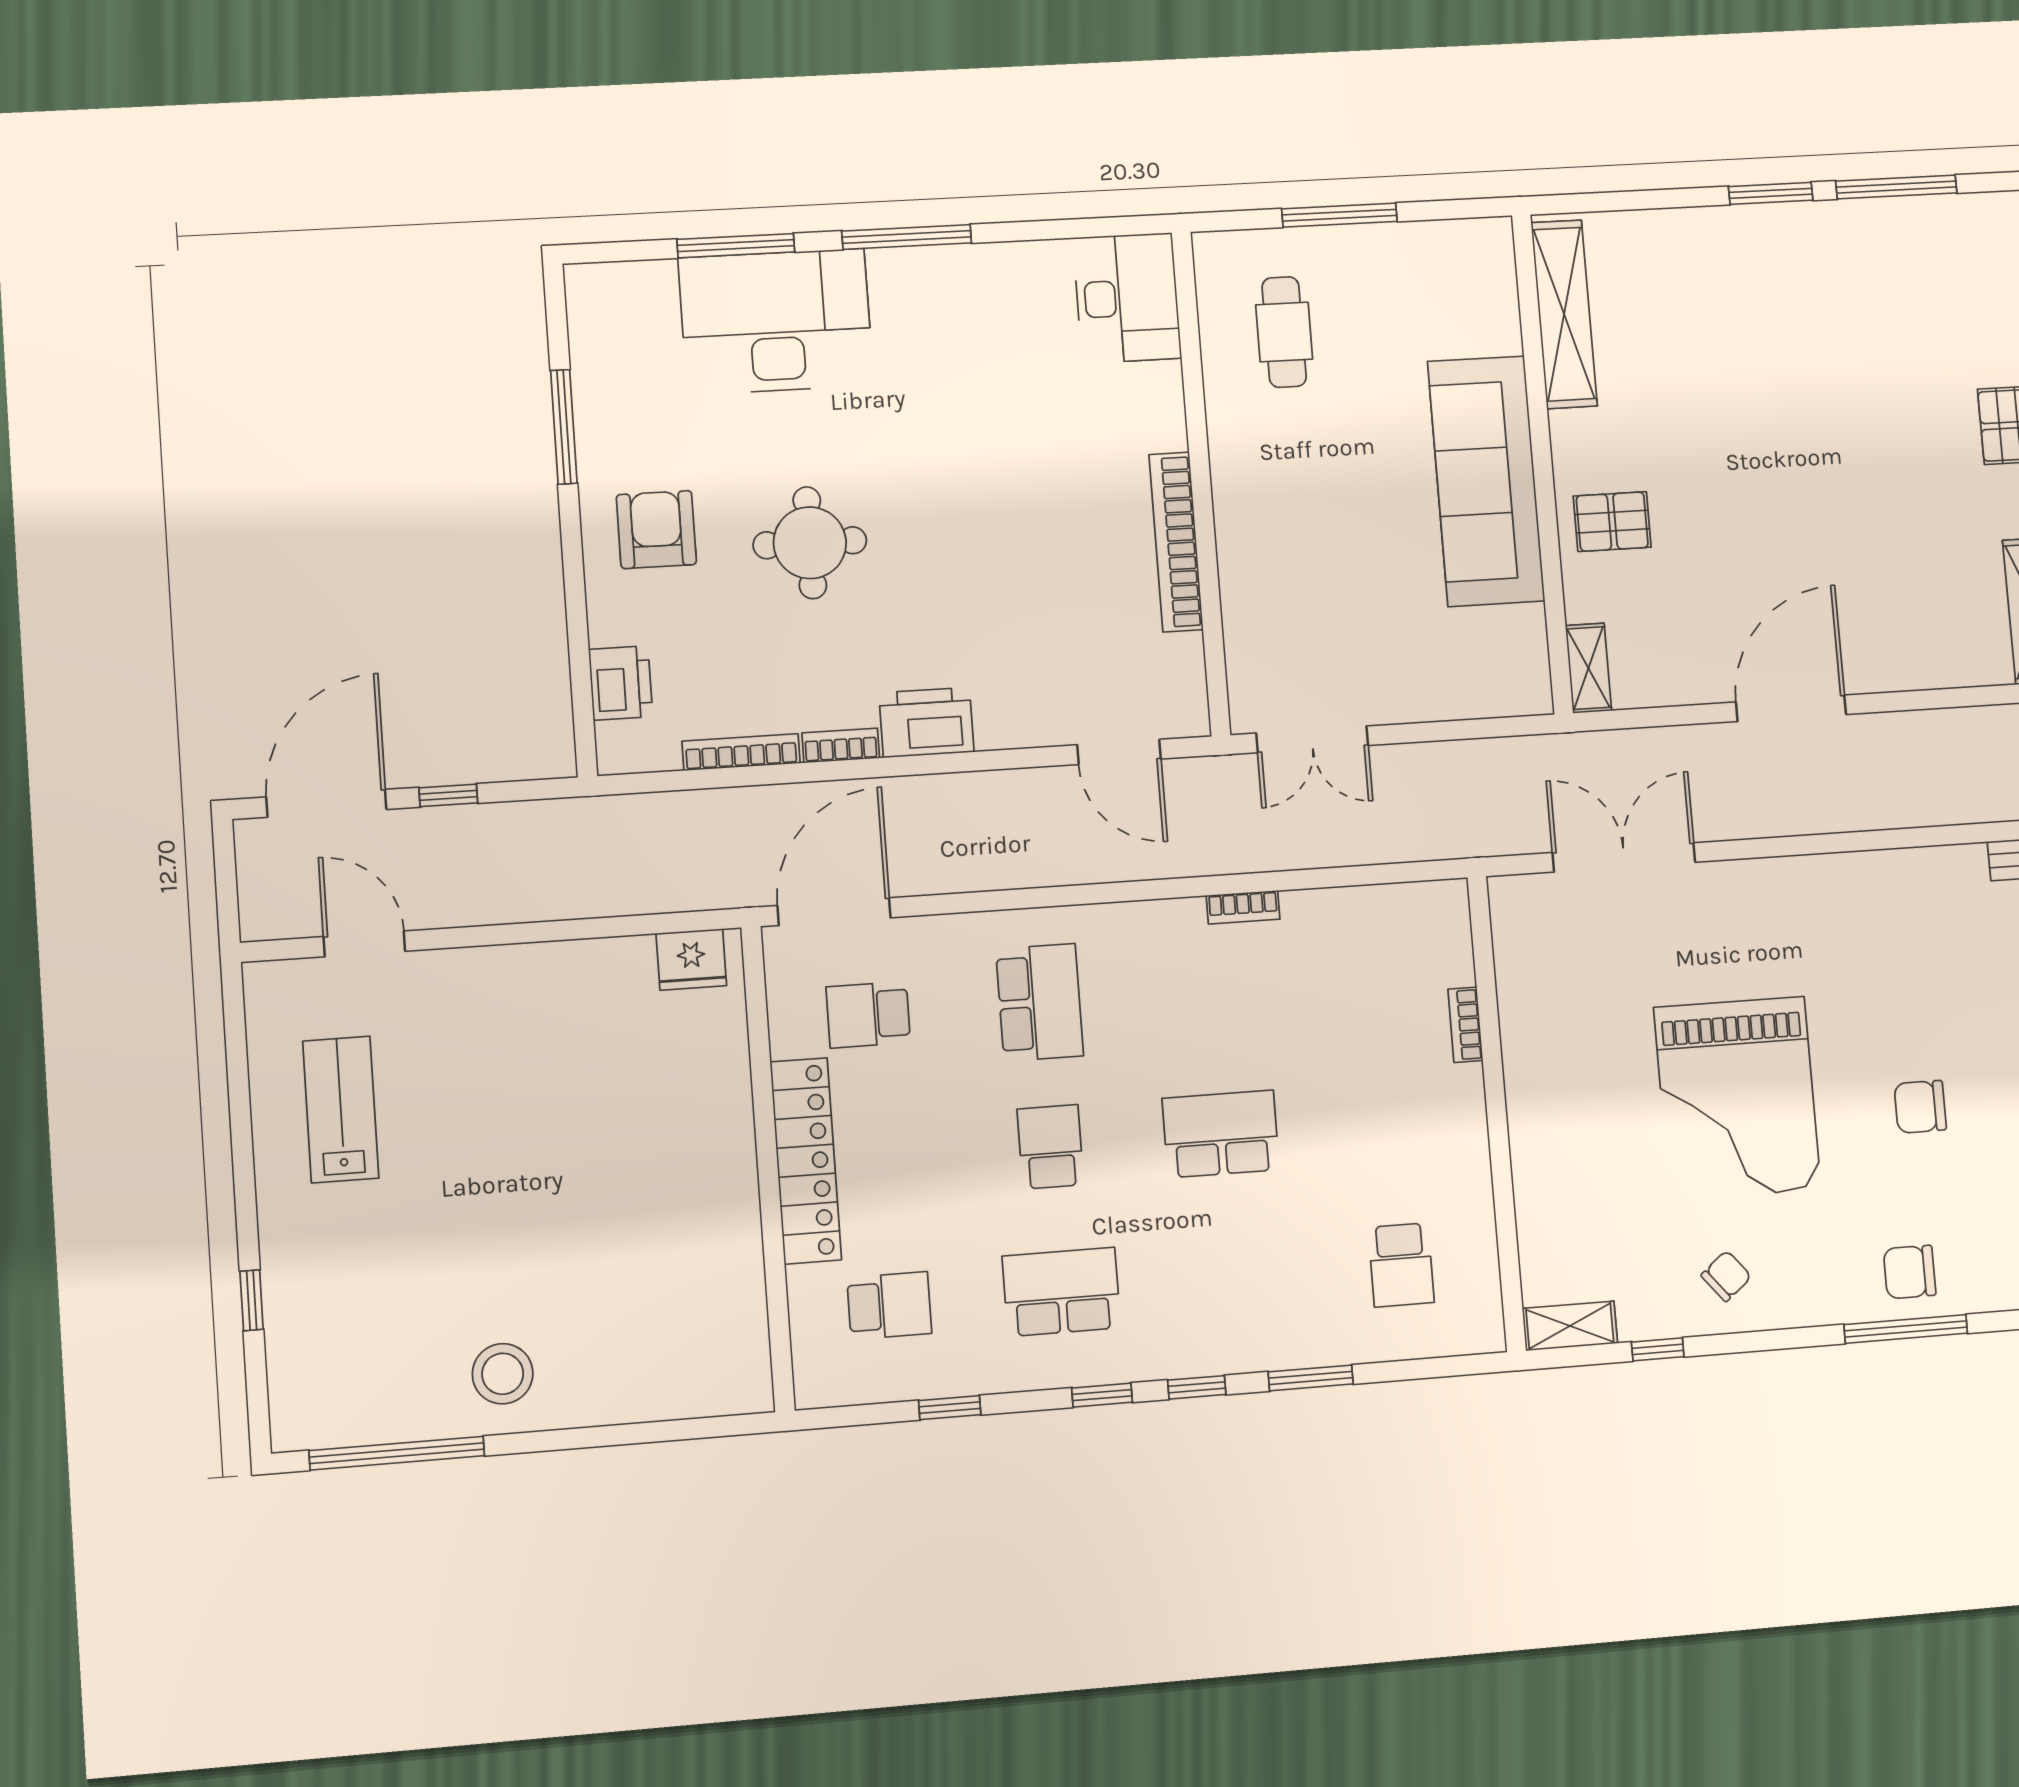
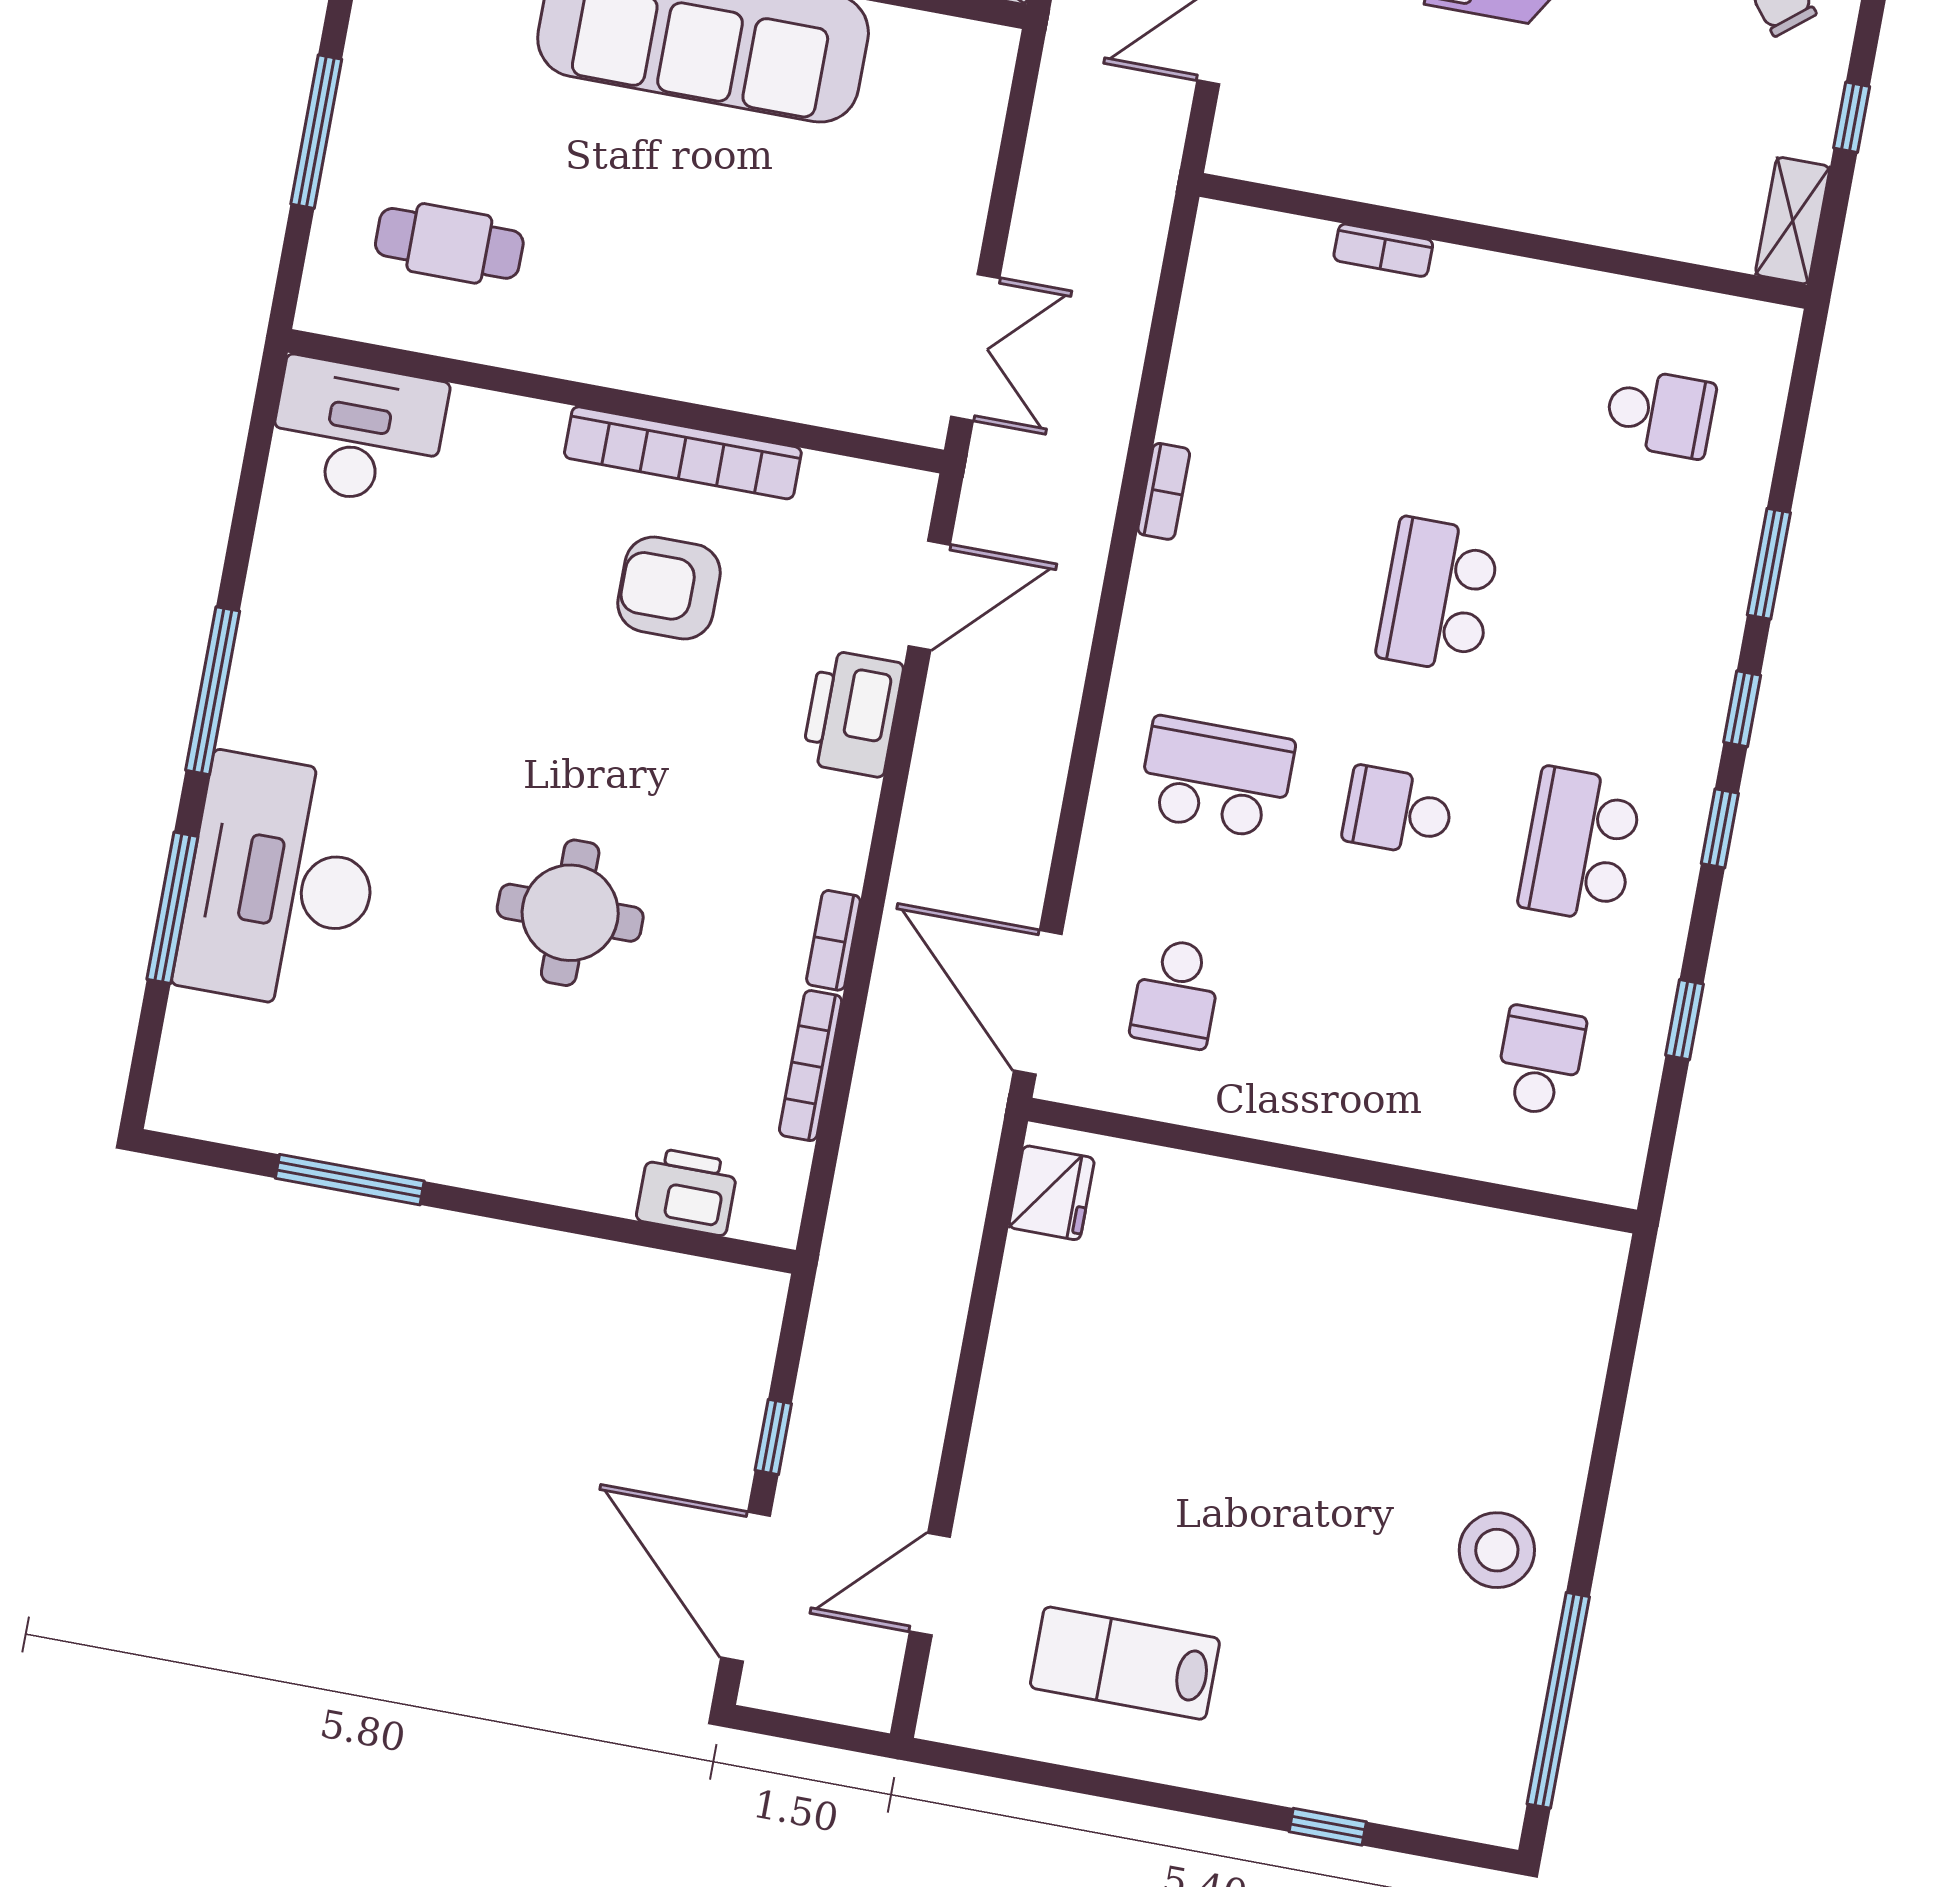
armchair: (656, 530) -> (669, 588), moved
printer: (926, 722) -> (852, 713), moved
locker: (806, 1161) -> (1336, 1117), removed

